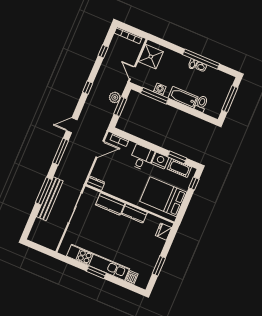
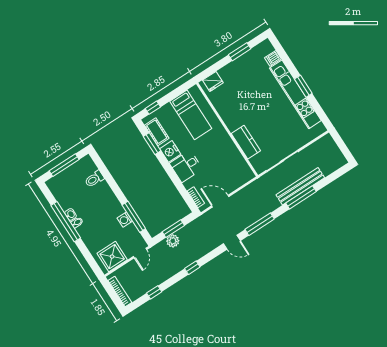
bathtub: (183, 97) -> (108, 197), removed
dresser: (96, 183) -> (246, 171), removed
bed: (163, 197) -> (191, 115), width x0.67
kitchen counter: (134, 213) -> (229, 118), removed

